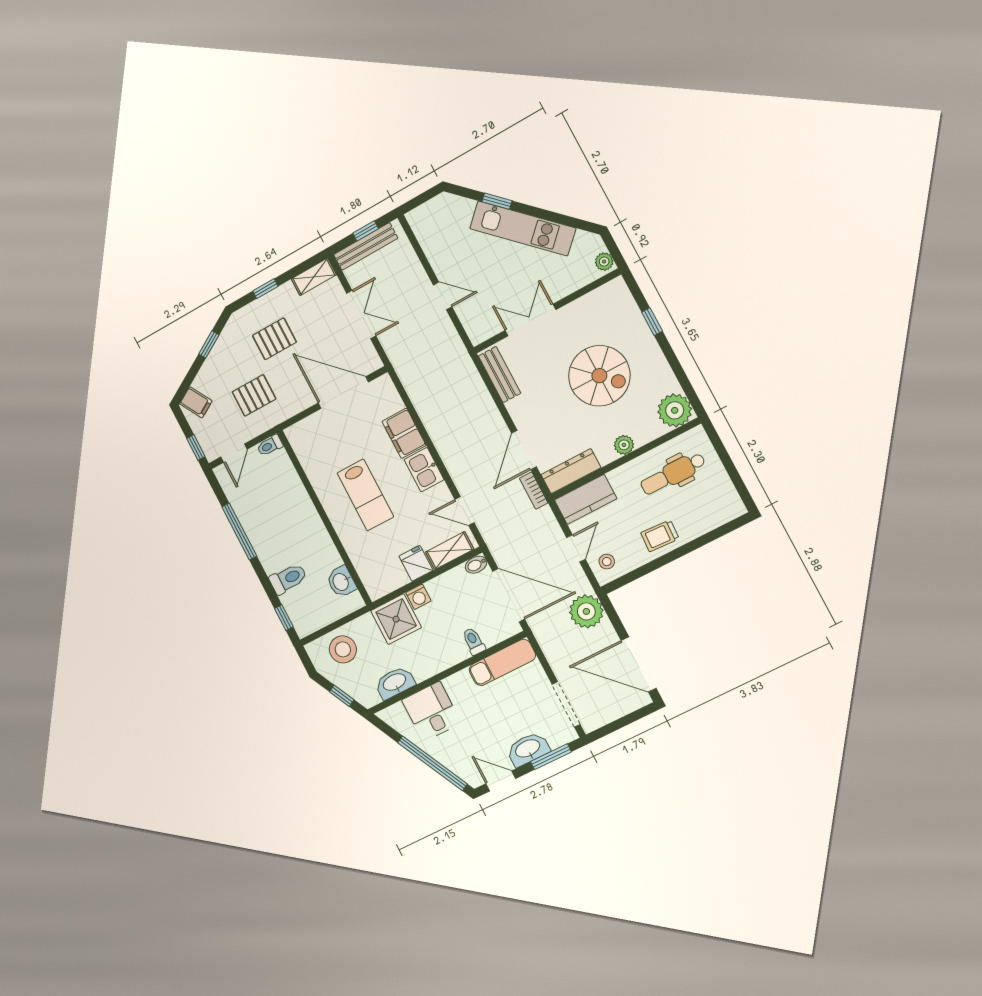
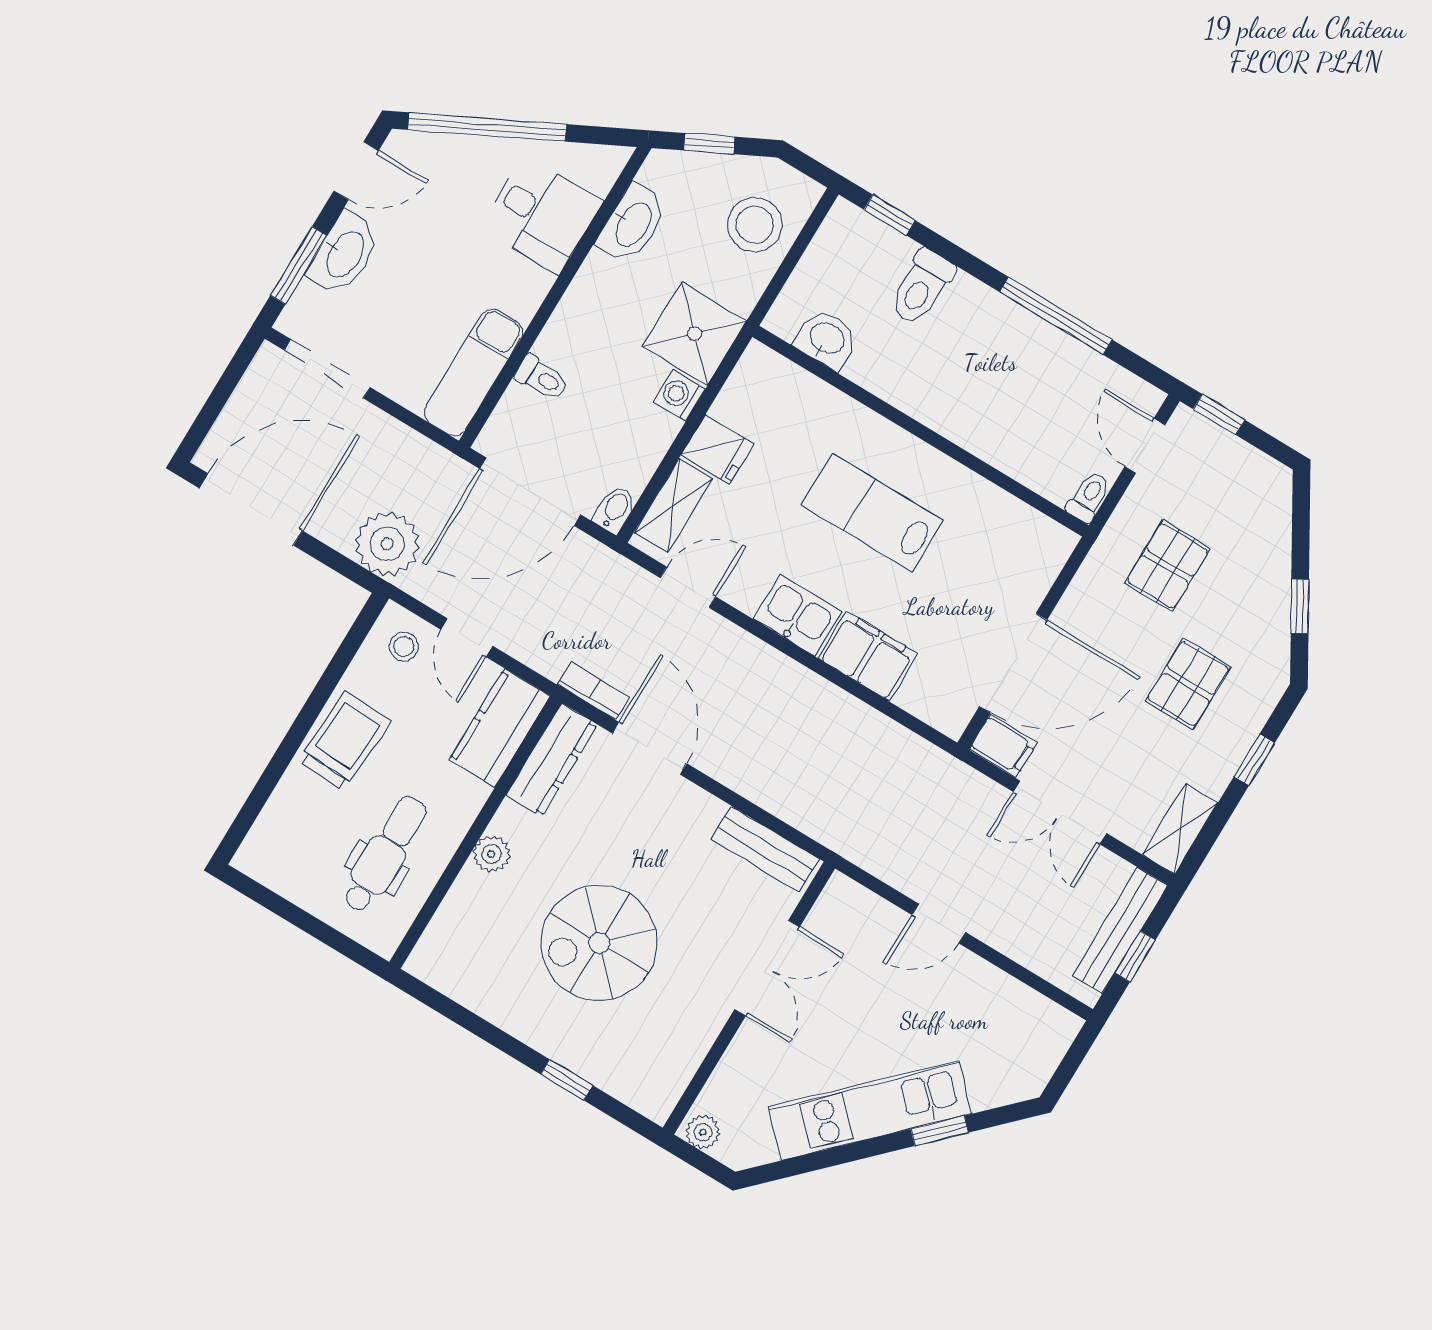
filing cabinet: (196, 402) -> (1003, 746), moved, turned -149
plant: (675, 410) -> (444, 958), removed
trolley: (660, 536) -> (344, 741), width x1.36, depth x1.39

